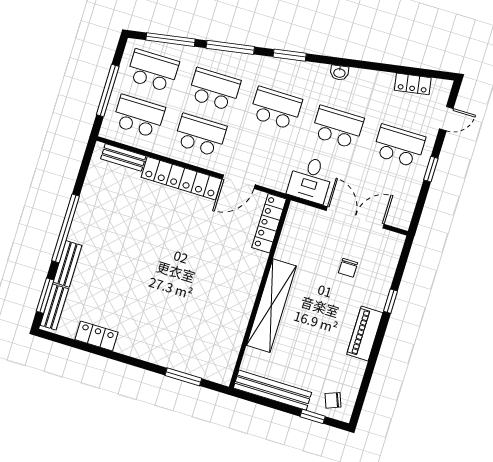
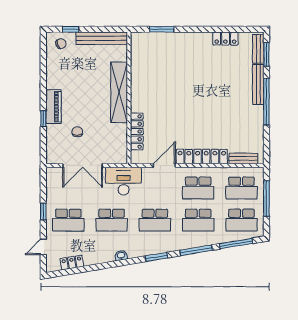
desk: (310, 179) -> (124, 181), width x1.37
locker: (269, 223) -> (137, 132), moved
bench: (68, 264) -> (258, 85), width x1.36
piano: (365, 334) -> (54, 107), moved

